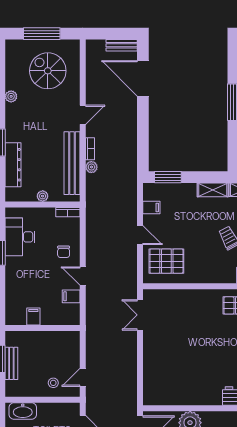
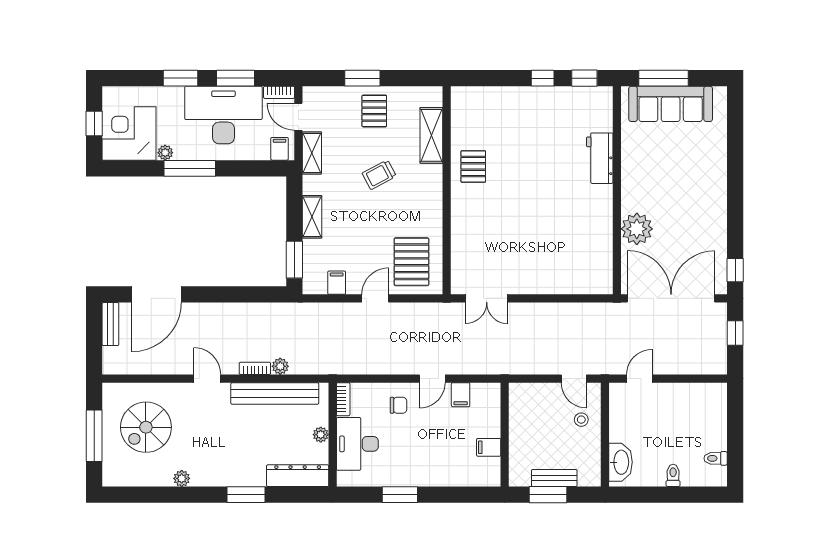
dresser: (13, 165) -> (298, 476), moved
shelving: (213, 190) -> (312, 217), moved
desk: (20, 237) -> (357, 444), moved, turned 90

